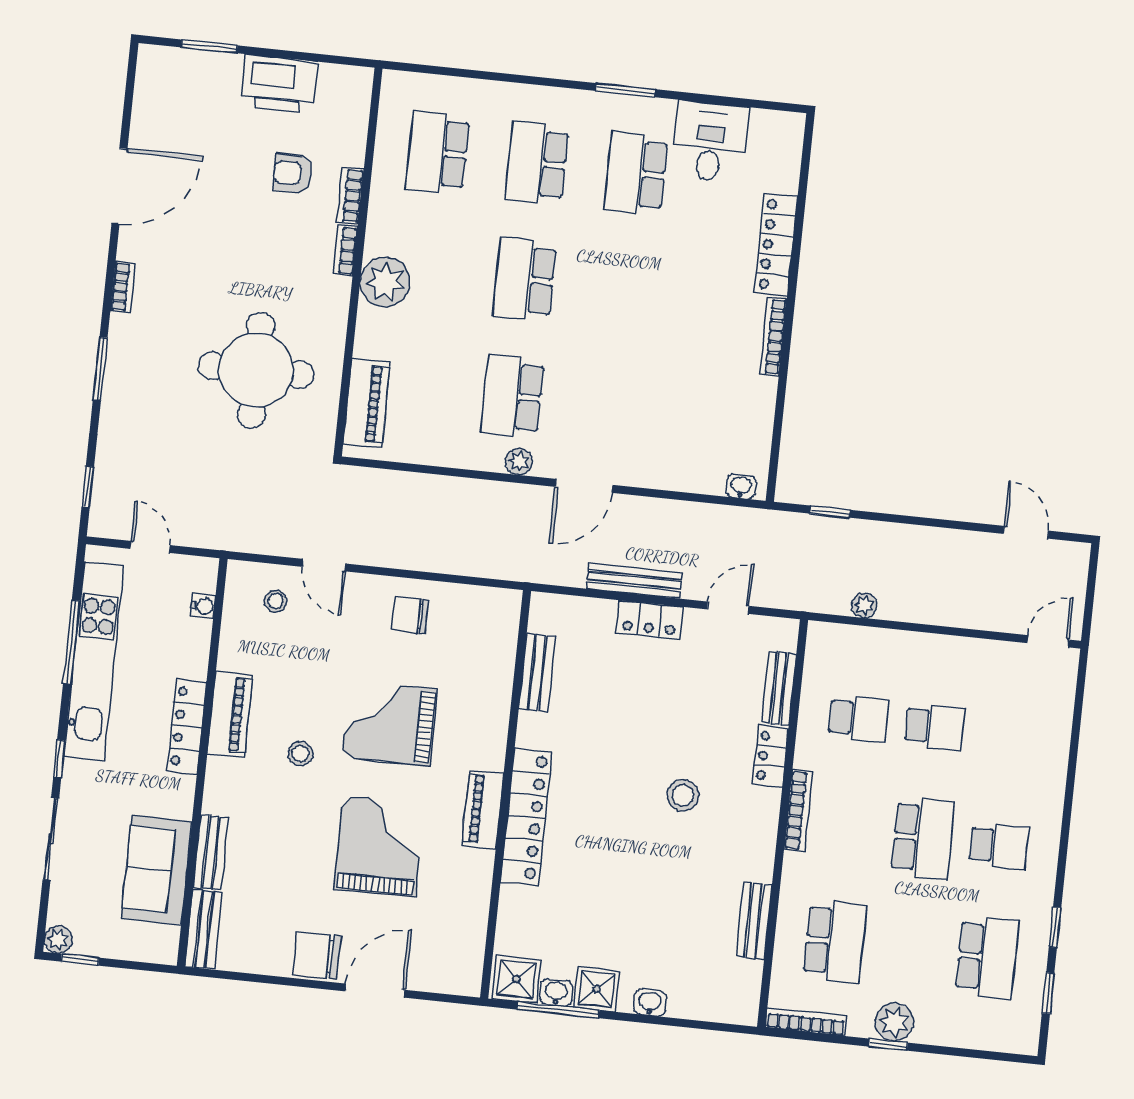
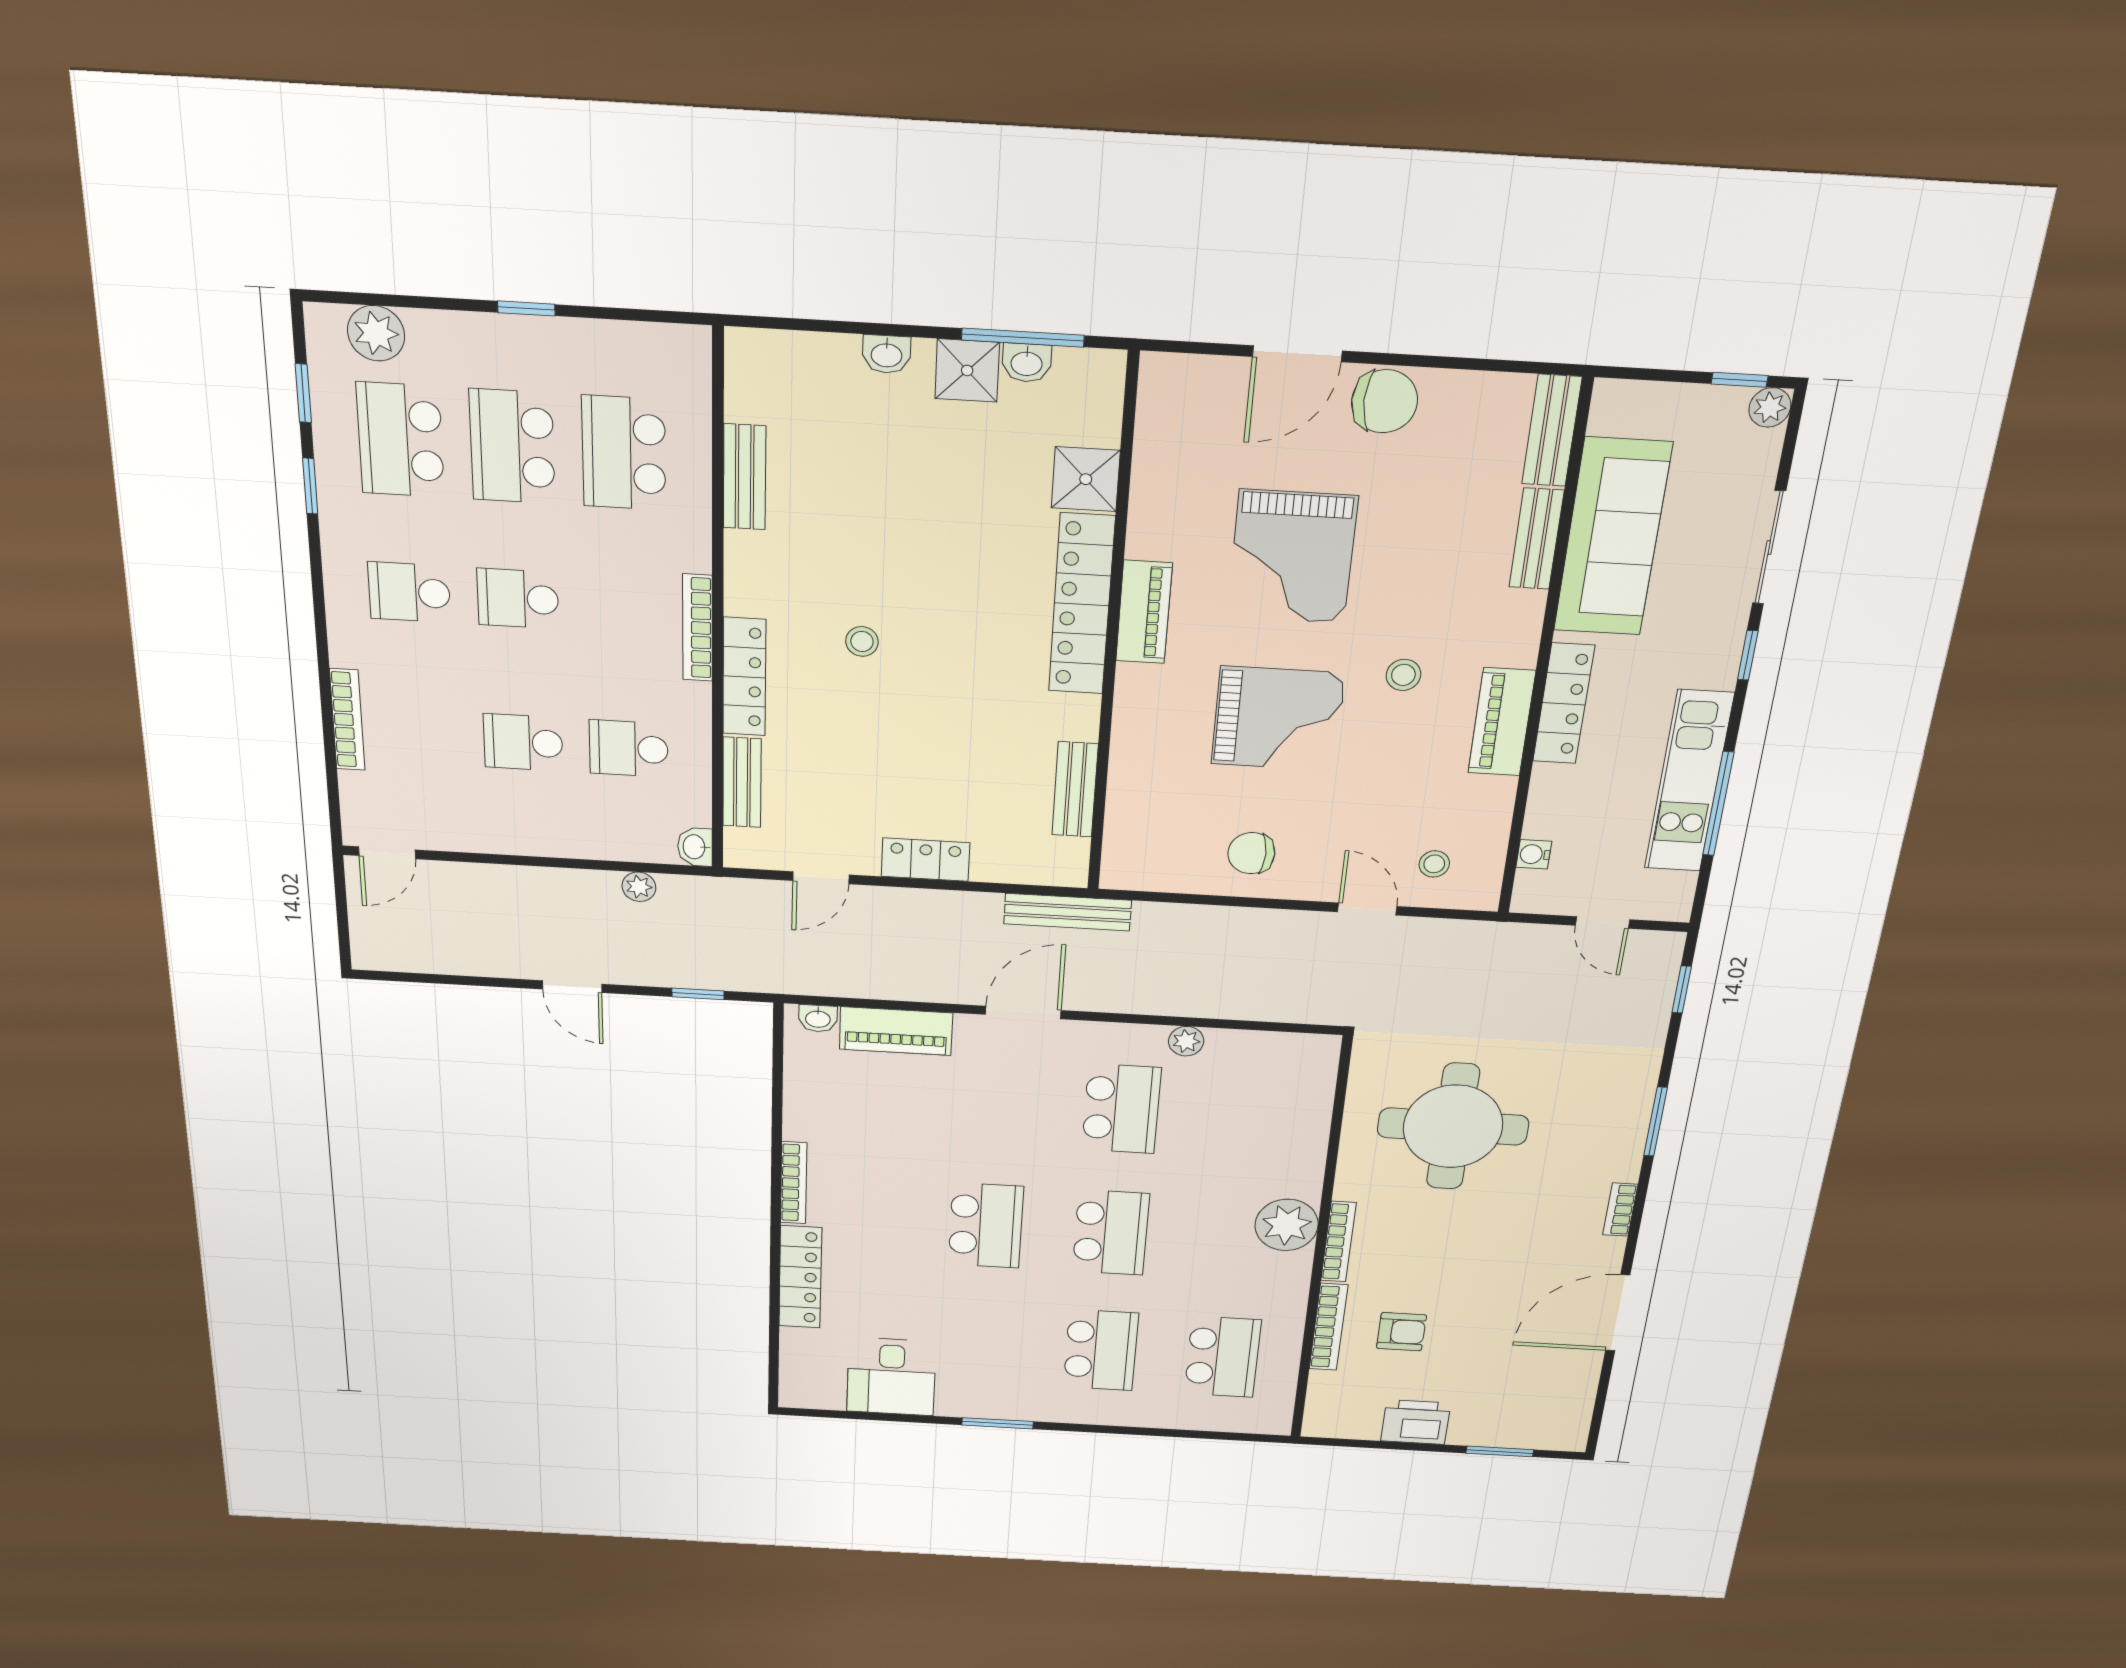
printer: (279, 84) -> (1416, 1422), width x0.73, depth x0.84
school desk: (636, 173) -> (986, 1226), moved
bookcase: (350, 196) -> (1328, 1327), width x1.56
bookcase: (345, 250) -> (1338, 1242), width x1.56
piano: (367, 403) -> (896, 1031), moved, turned -90
plant: (519, 462) -> (1186, 1041), moved
door: (1026, 532) -> (572, 987), moved
bench: (635, 581) -> (1068, 912), moved
chair: (410, 615) -> (1251, 853), turned 180
washbasin: (819, 637) -> (695, 847), added
kitchen unit: (94, 661) -> (1689, 781), width x0.73
locker: (771, 756) -> (744, 677), width x1.53
stool: (683, 795) -> (862, 641), width x0.73, depth x0.73
school desk: (923, 838) -> (518, 599), width x0.54
sofa: (157, 870) -> (1613, 537), width x1.36
school desk: (911, 949) -> (512, 446), added
shower: (516, 979) -> (1086, 479), moved
bookcase: (806, 1022) -> (347, 720), moved, turned -90
plant: (894, 1022) -> (376, 333), moved

